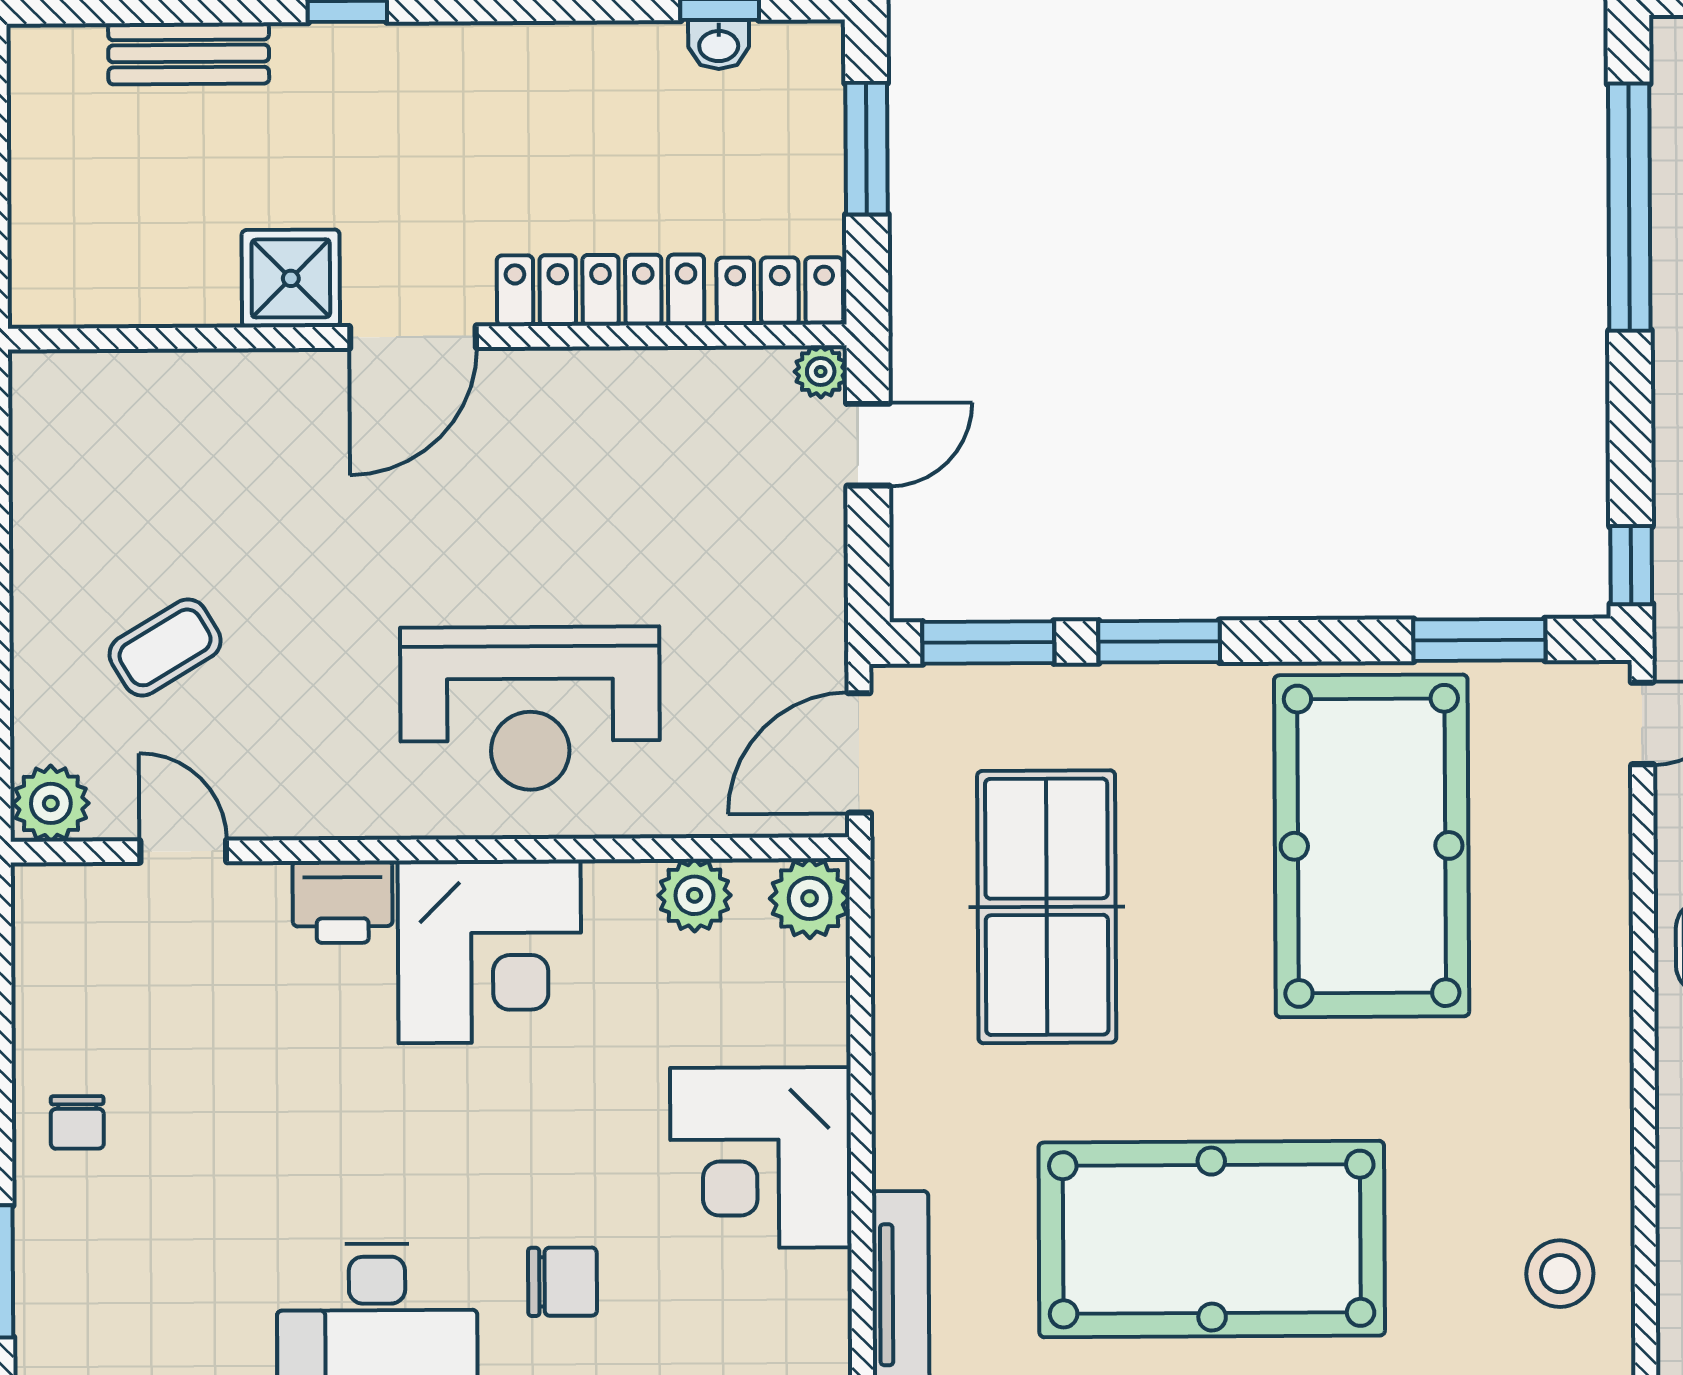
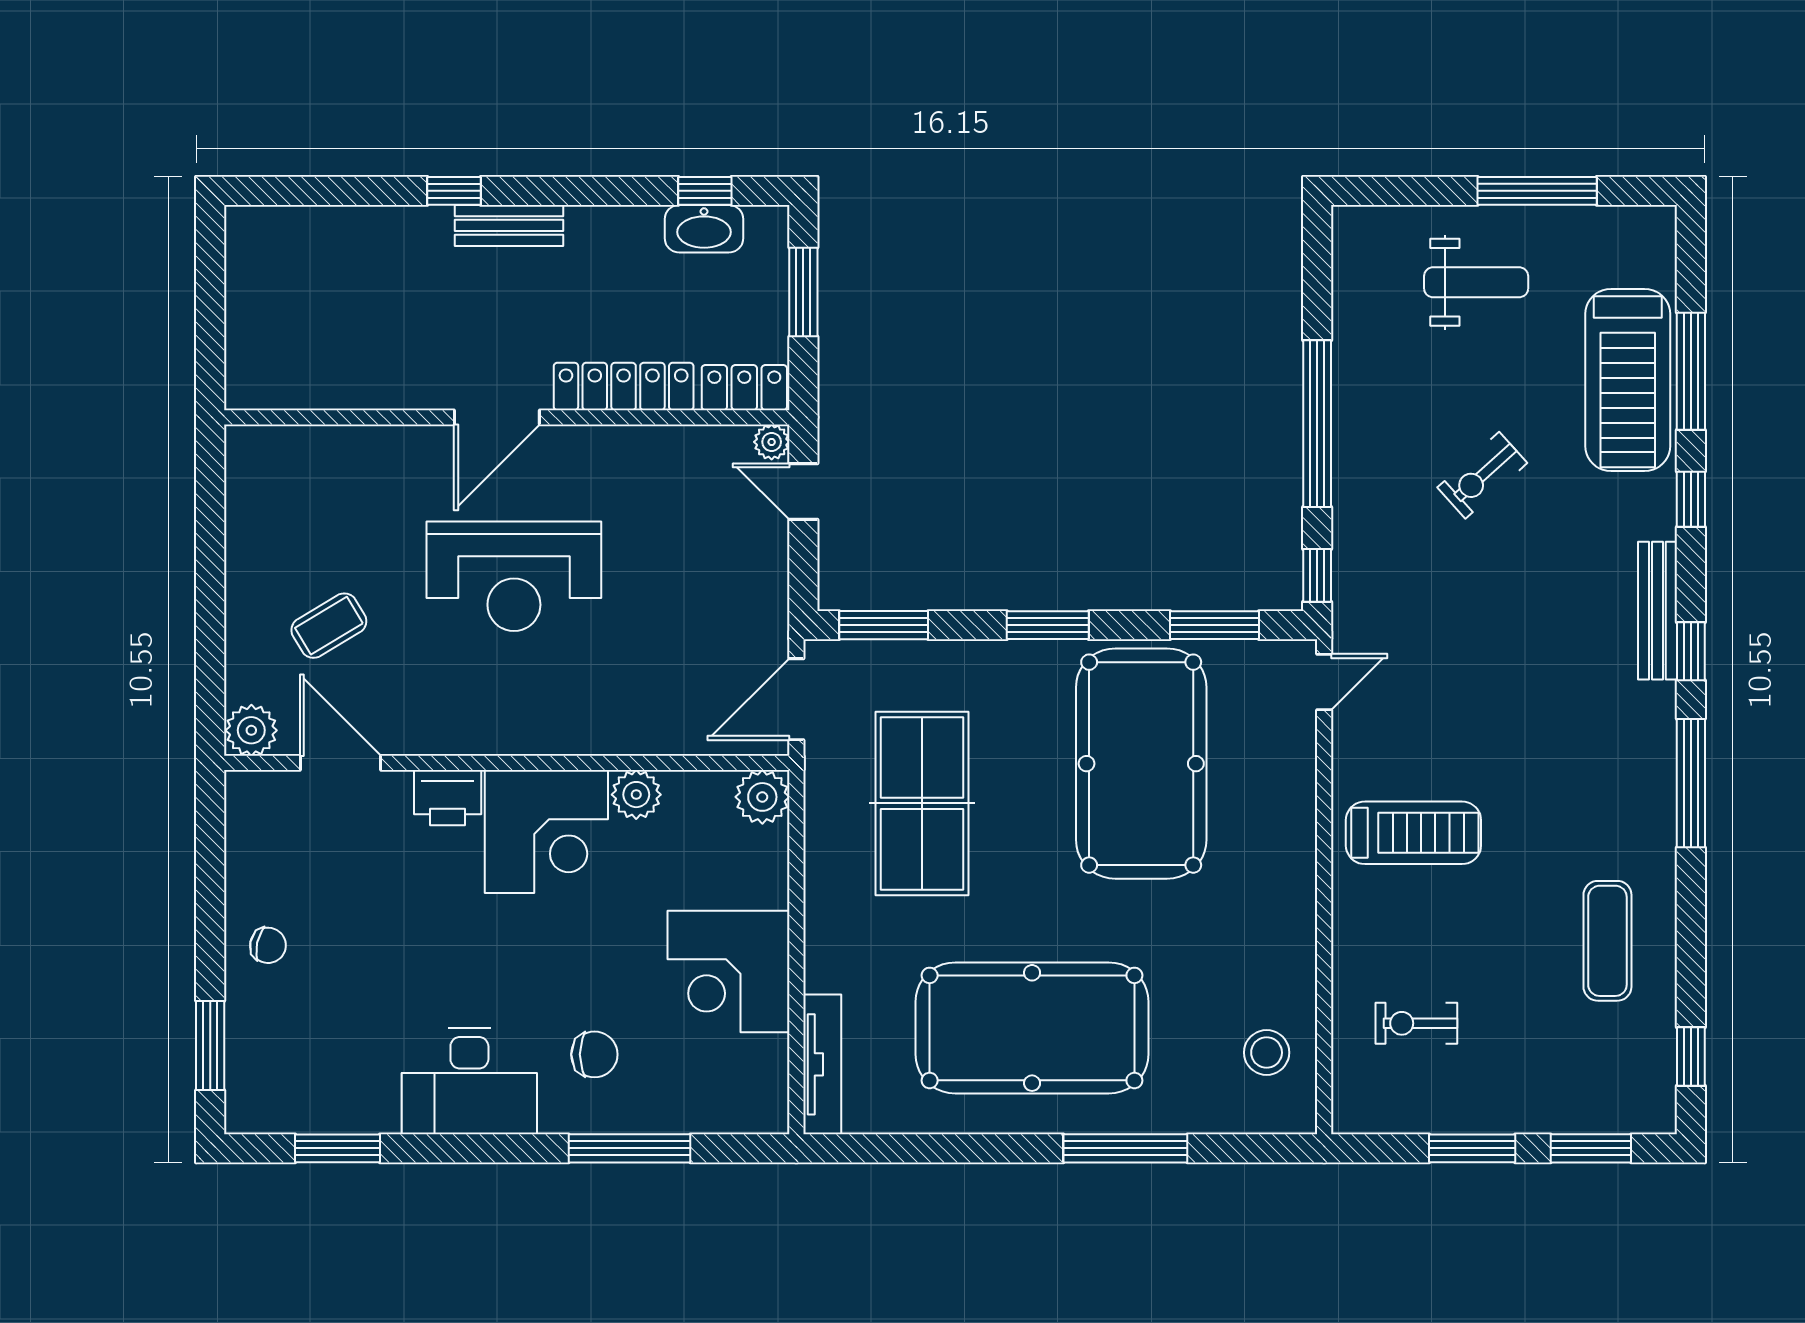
washbasin: (719, 45) -> (704, 229), width x1.91, depth x1.45
bench: (189, 53) -> (509, 225), moved
window: (1629, 207) -> (1317, 424), moved
shower: (291, 278) -> (415, 377), removed
door: (868, 445) -> (803, 491), swing flipped
window: (1159, 642) -> (1048, 625), moved
reception desk: (530, 708) -> (514, 576), moved
door: (183, 851) -> (340, 763), width x1.38
plant: (695, 895) -> (636, 795), moved
chair: (77, 1122) -> (268, 945), turned -78

